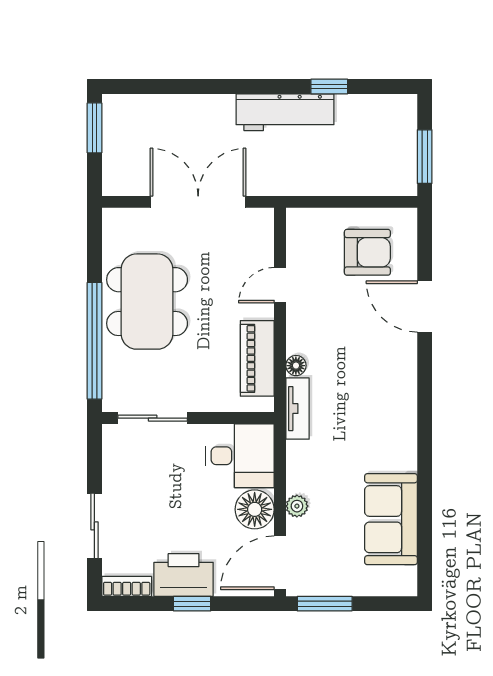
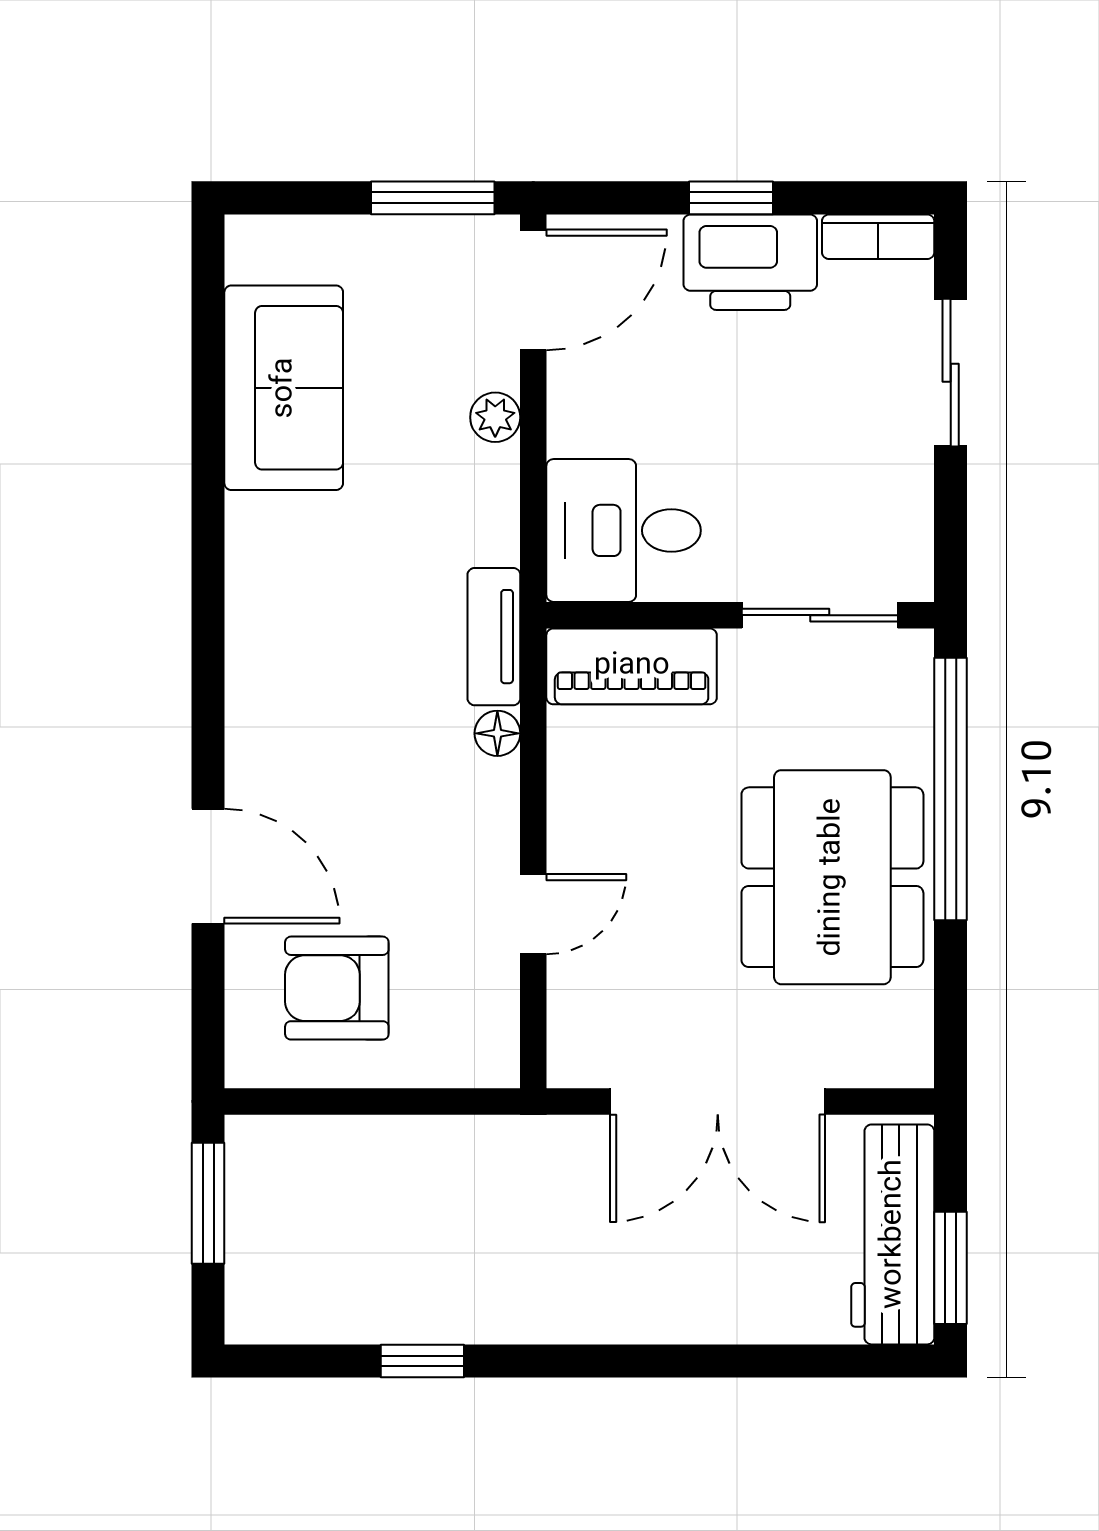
workbench: (285, 112) -> (893, 1234), moved, turned -90
piano: (257, 358) -> (632, 666), moved, turned 90
floor lamp: (255, 509) -> (590, 410), removed

